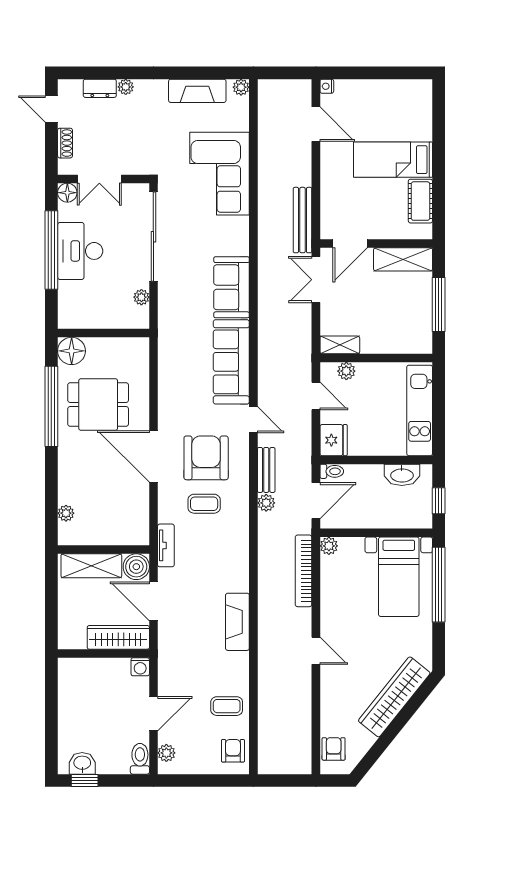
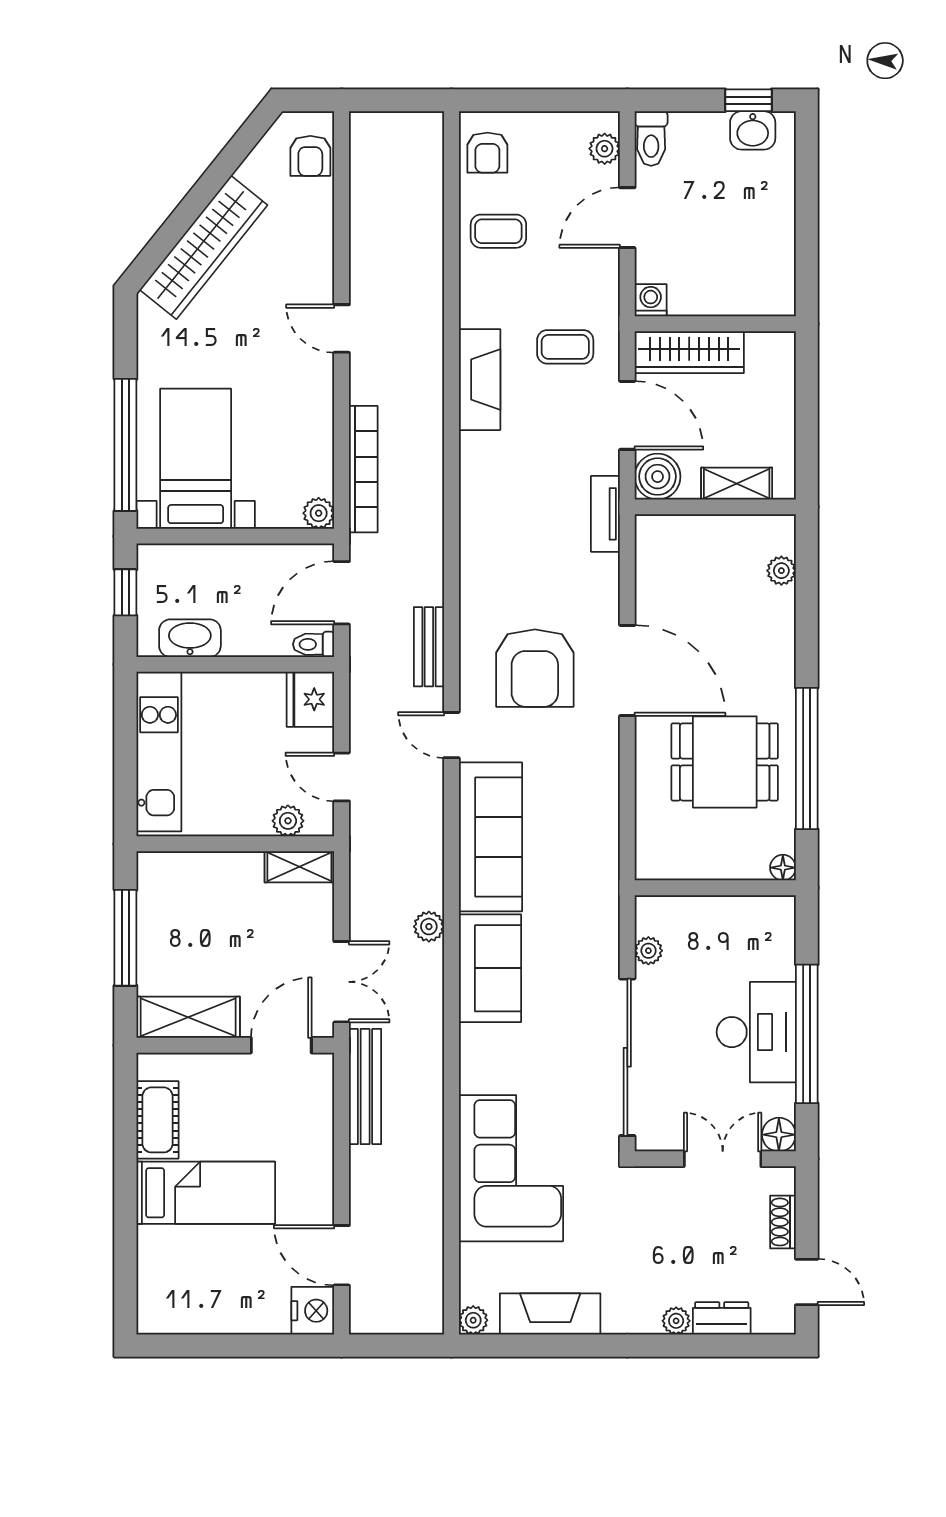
nightstand: (327, 86) -> (313, 1311), width x1.89, depth x1.79
floor lamp: (72, 351) -> (783, 868), width x0.53, depth x0.53
plant: (266, 503) -> (429, 927), moved
coffee table: (204, 504) -> (565, 347), moved
shelving: (91, 566) -> (737, 484), width x0.67, depth x0.75

